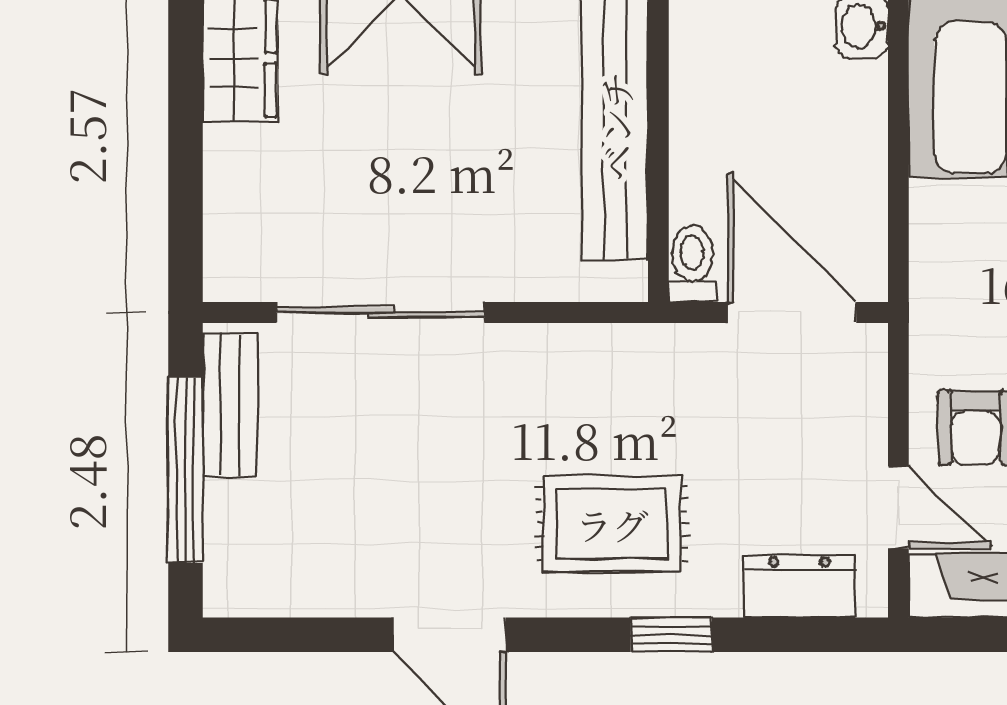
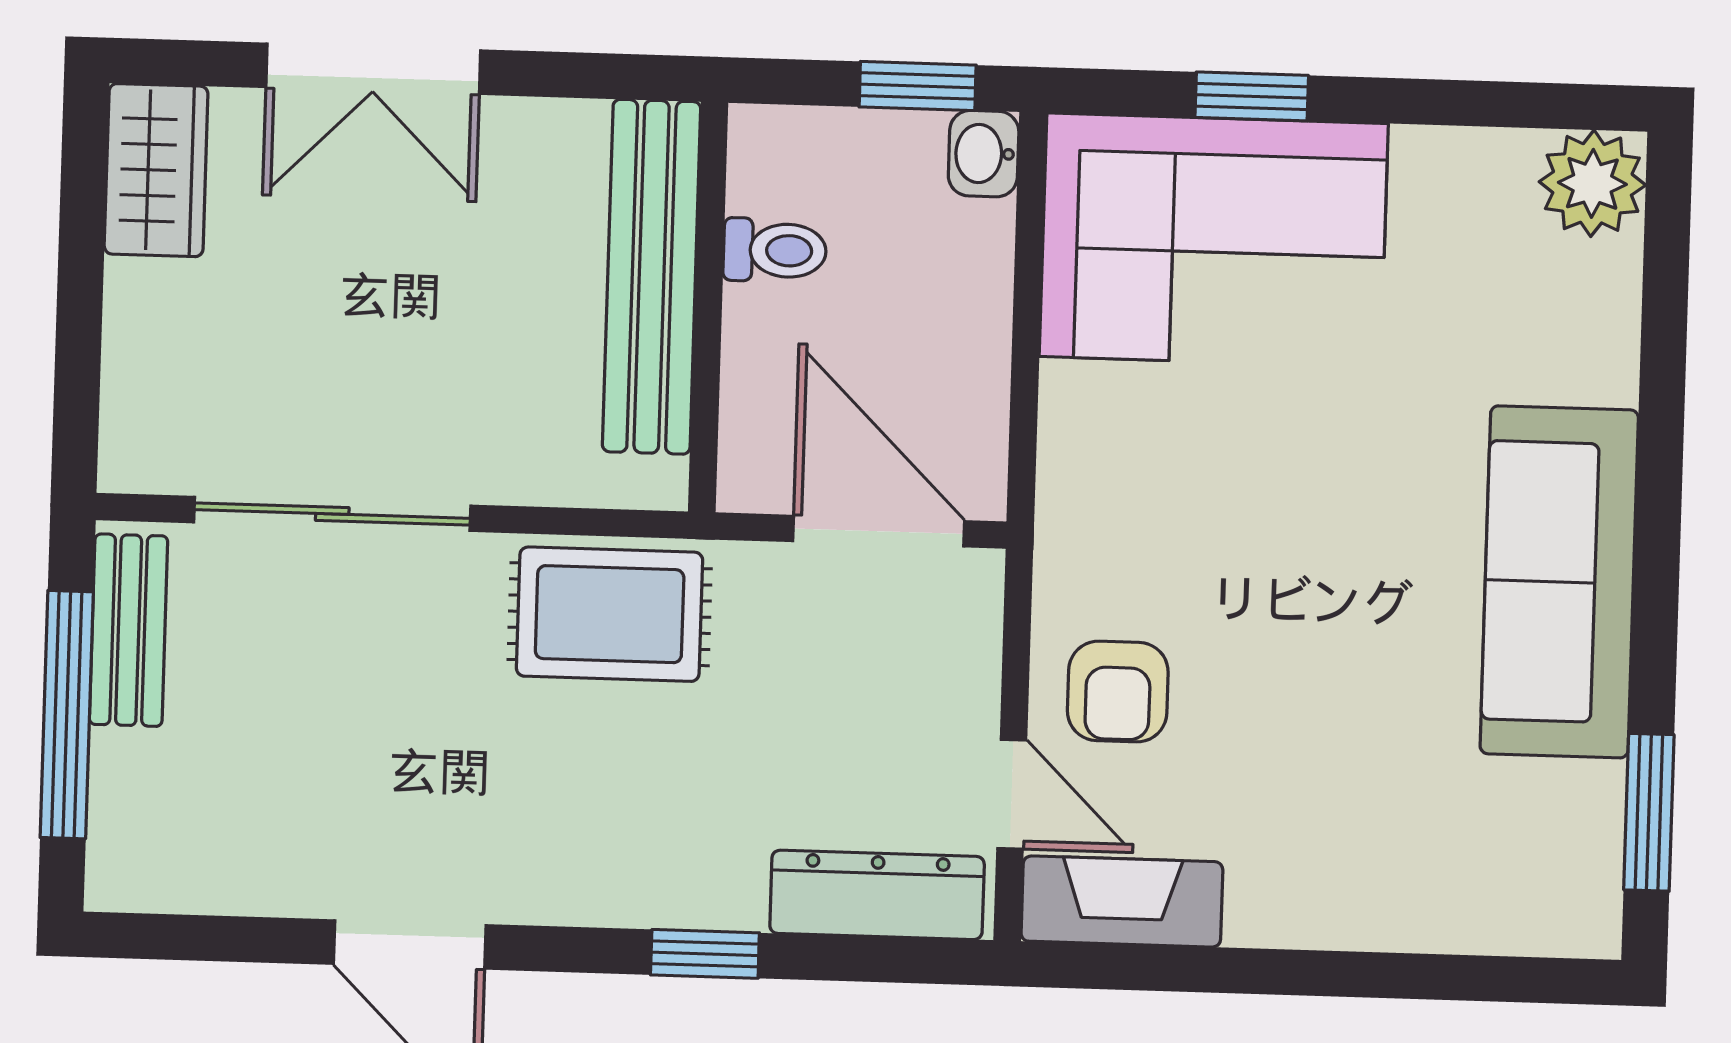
toilet: (692, 264) -> (775, 250), moved, turned 90
rug: (612, 524) -> (610, 614), moved
dresser: (799, 586) -> (877, 895), width x1.44

